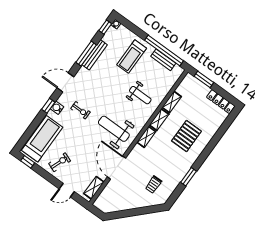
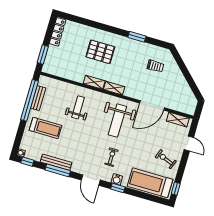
shelving: (172, 102) -> (74, 76), removed

